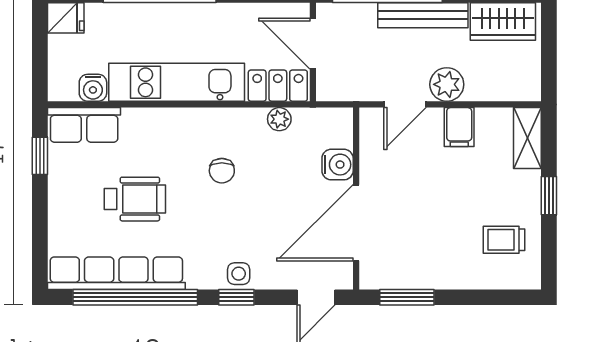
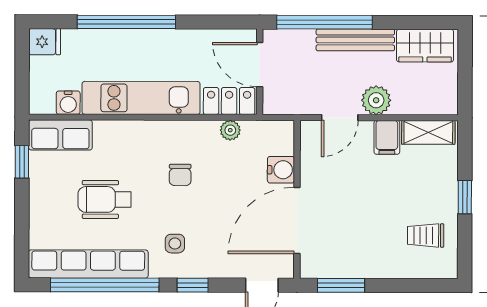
shelving: (527, 138) -> (428, 132), moved, turned 90
wheelchair: (135, 199) -> (105, 199), turned 180
side table: (239, 274) -> (175, 244), moved

